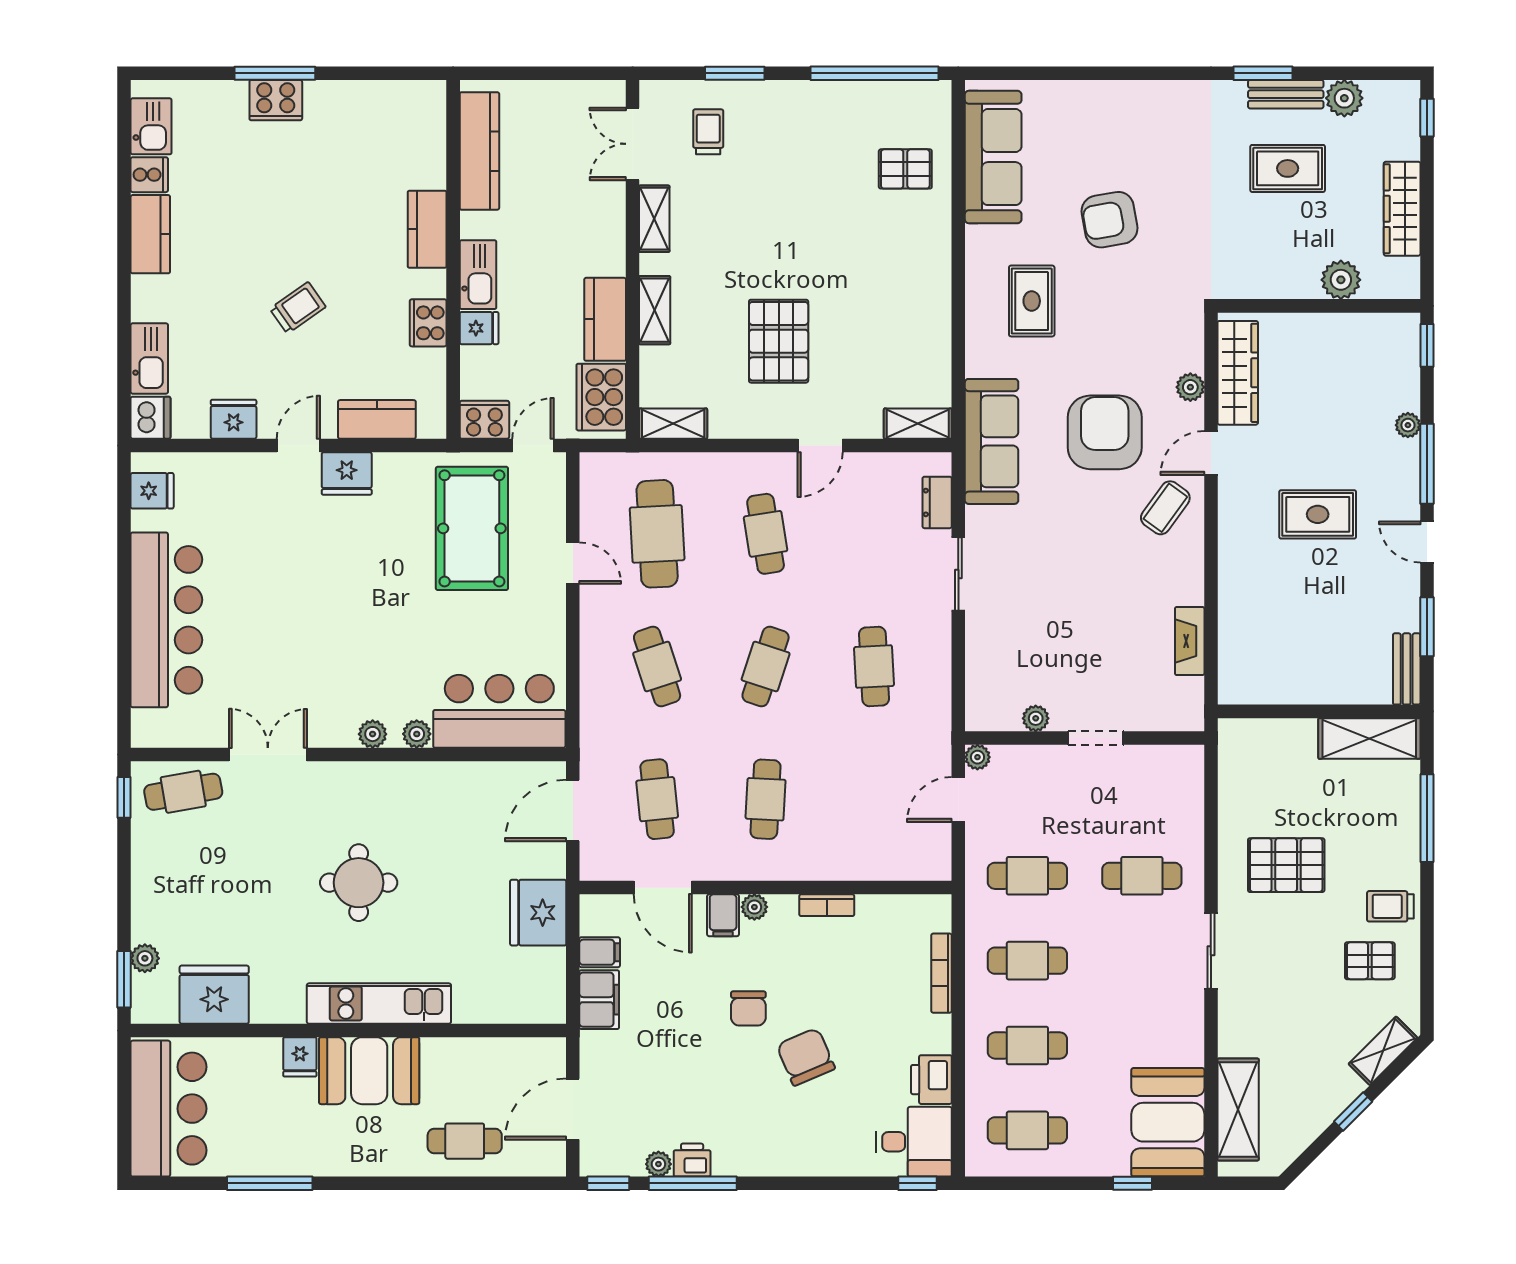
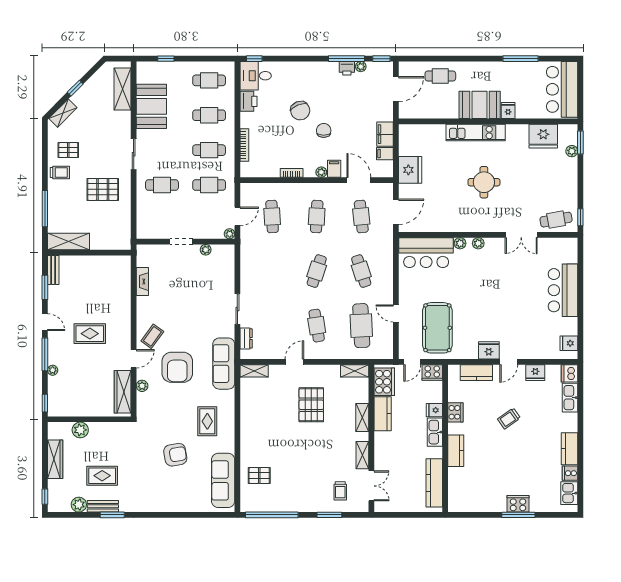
bar counter: (166, 620) -> (563, 290), width x0.73
cafe table: (874, 666) -> (272, 216), moved
booth: (1168, 1122) -> (151, 106), moved

